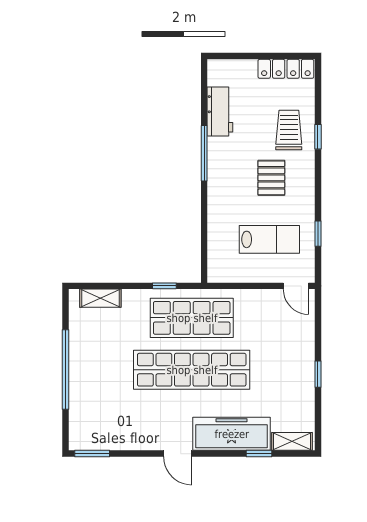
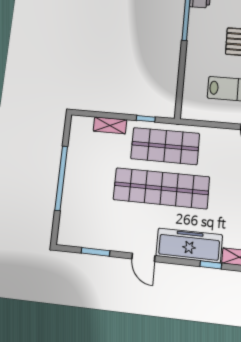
shelving: (100, 298) -> (110, 125), moved
window: (92, 454) -> (95, 252), moved

